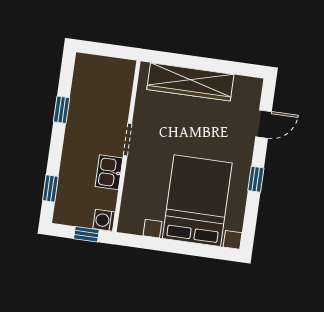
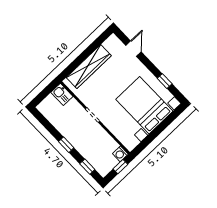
window: (62, 110) -> (66, 145), moved
kitchen sink: (109, 172) -> (62, 94), moved
window: (256, 179) -> (165, 81), moved

